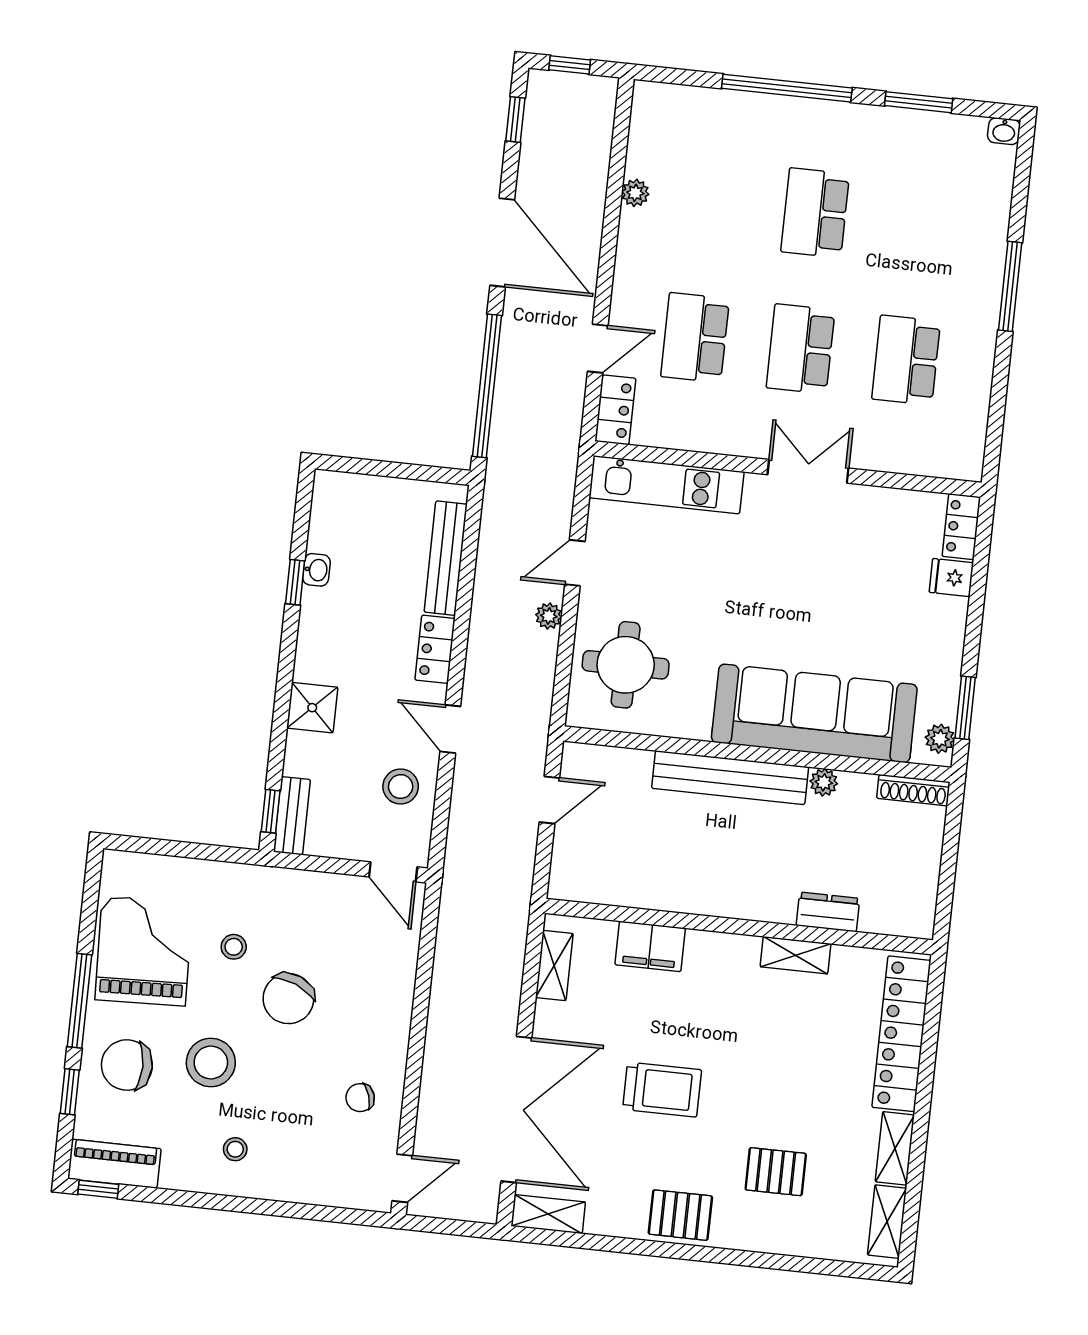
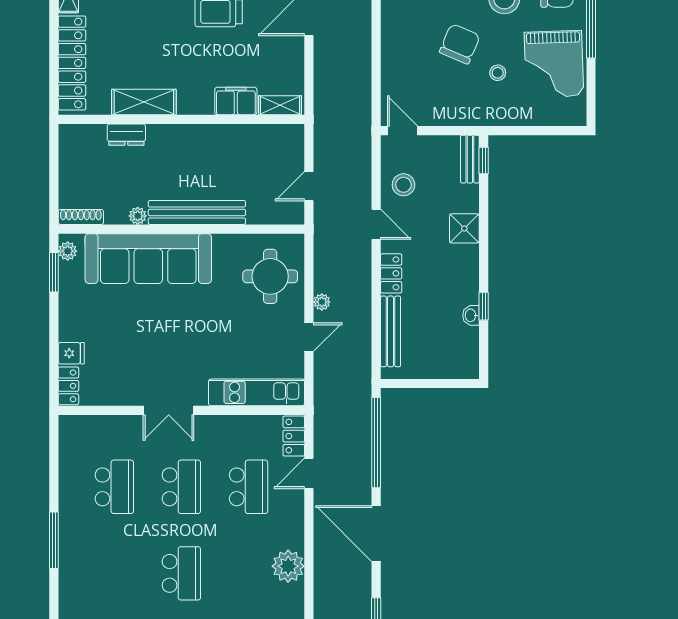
plant: (635, 193) -> (288, 566), width x1.88, depth x1.88
shelving: (795, 955) -> (144, 102), width x1.50, depth x1.33
shelving: (554, 965) -> (280, 105), moved, turned 90

